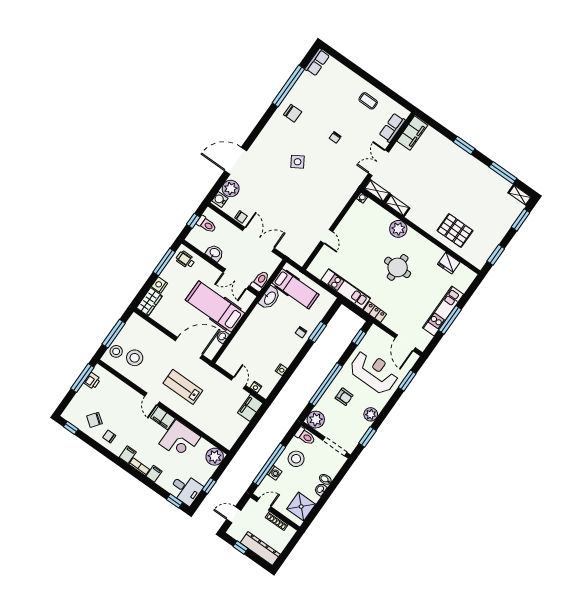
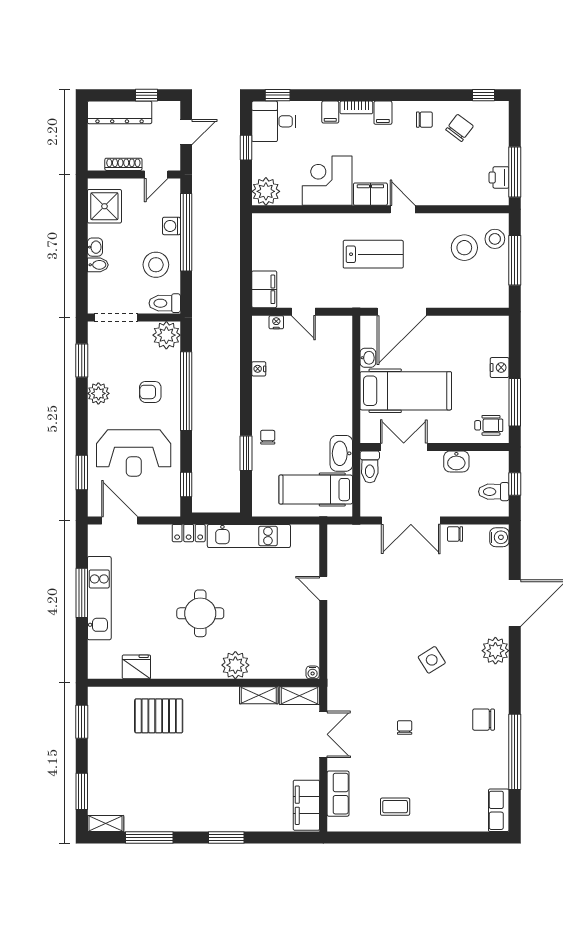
plant: (231, 188) -> (495, 651), moved
wardrobe: (149, 302) -> (497, 336), removed

